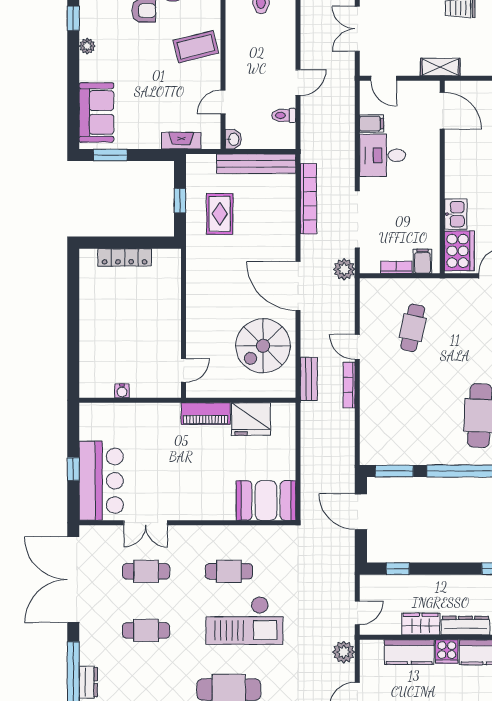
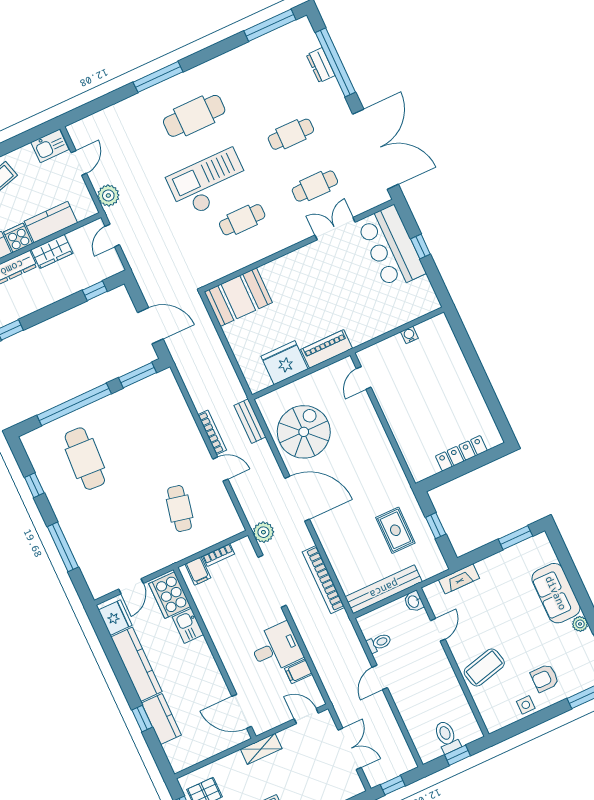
sofa: (96, 112) -> (556, 593), moved

